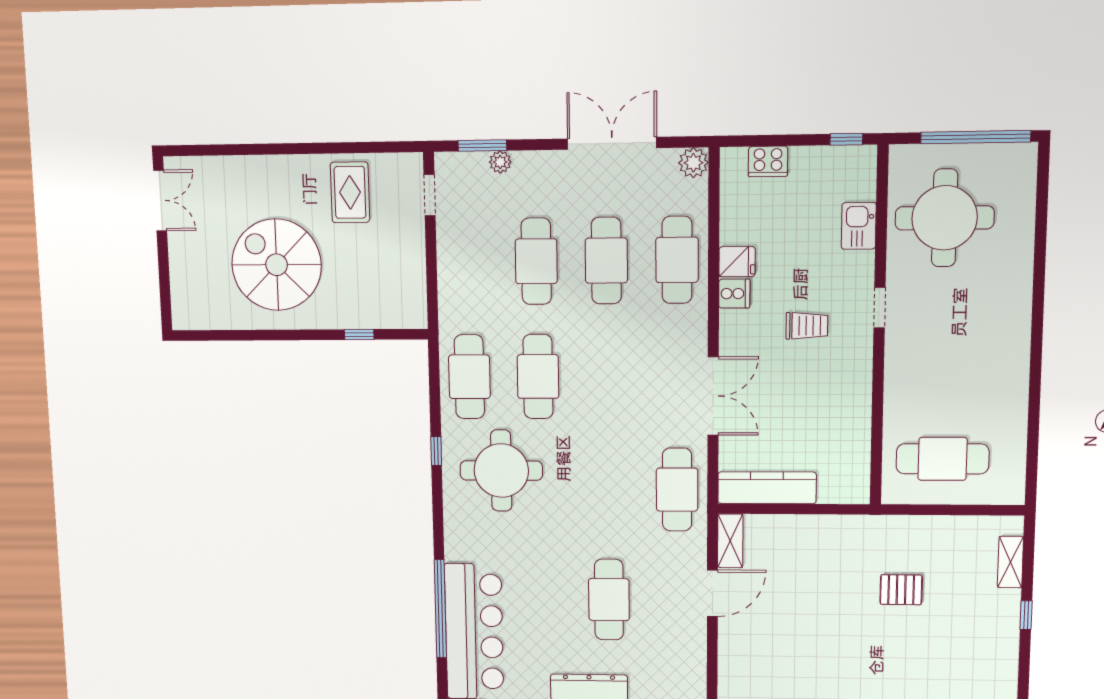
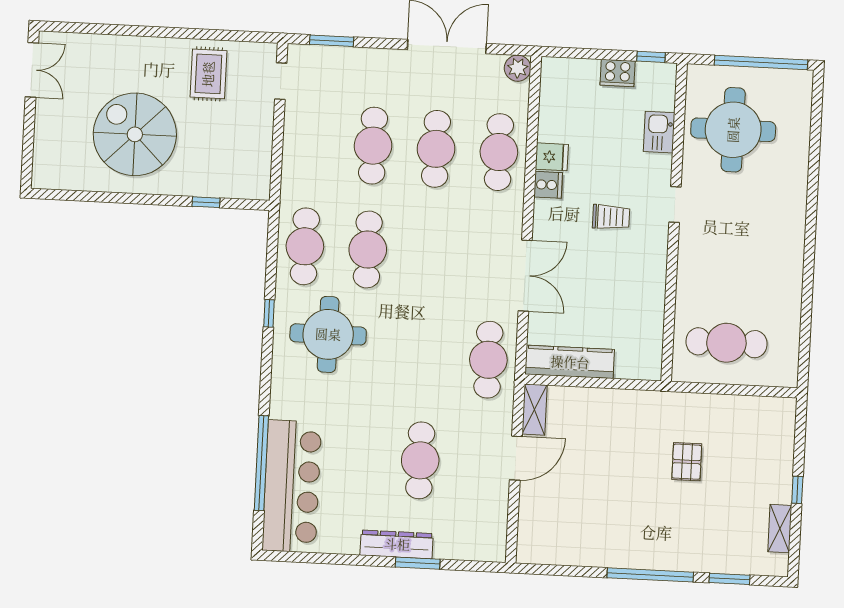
cooker: (768, 161) -> (618, 73), moved
plant: (500, 162) -> (347, 56), removed
shelving: (1010, 562) -> (780, 529), moved
pallet: (901, 590) -> (687, 462), turned 90

